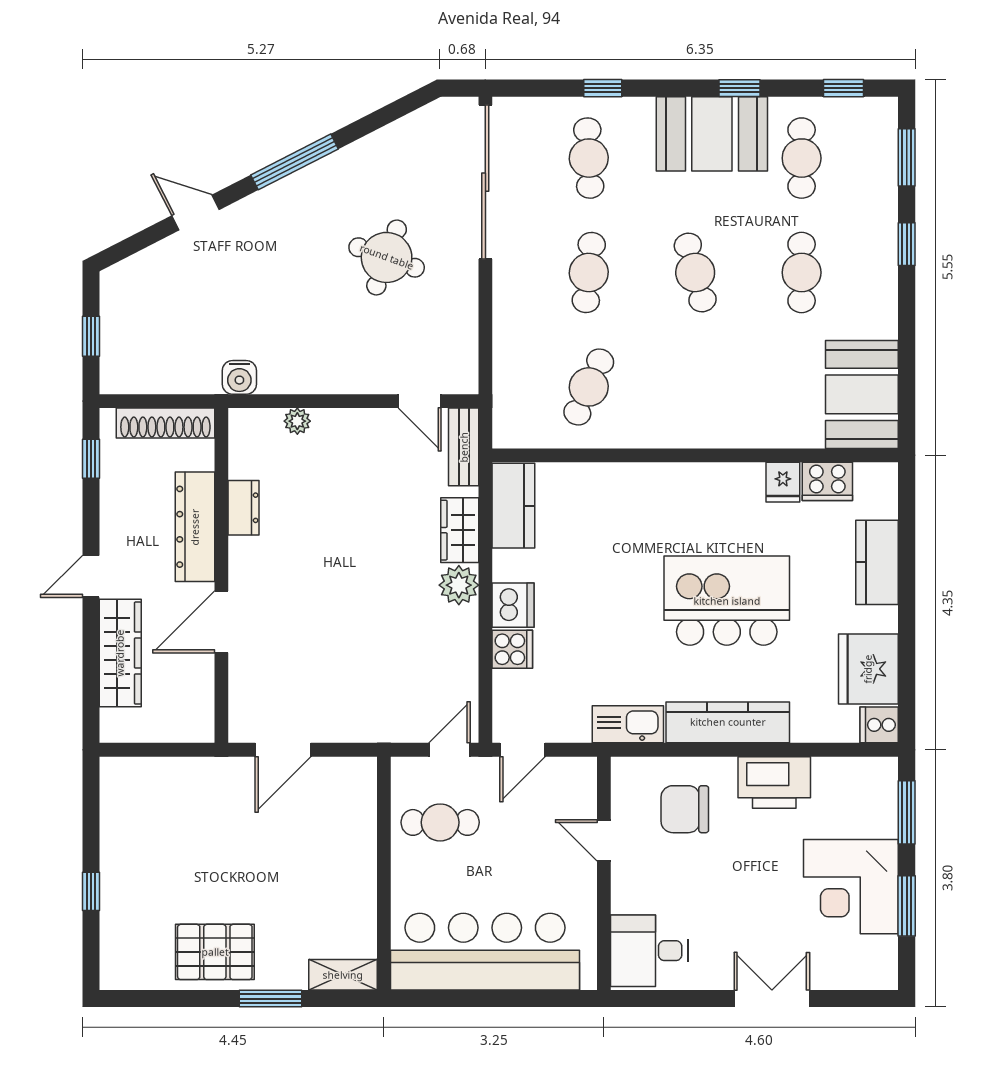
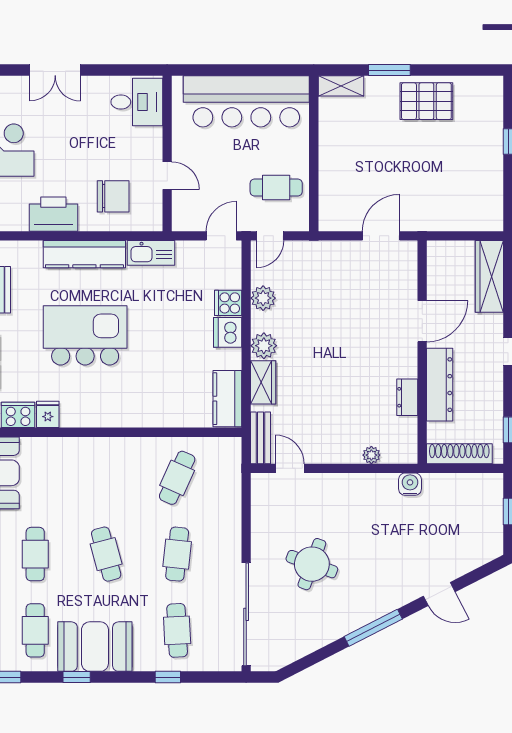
kitchen island: (727, 601) -> (85, 335), turned 180
wardrobe: (120, 653) -> (489, 276), moved
plant: (460, 657) -> (263, 298), added

